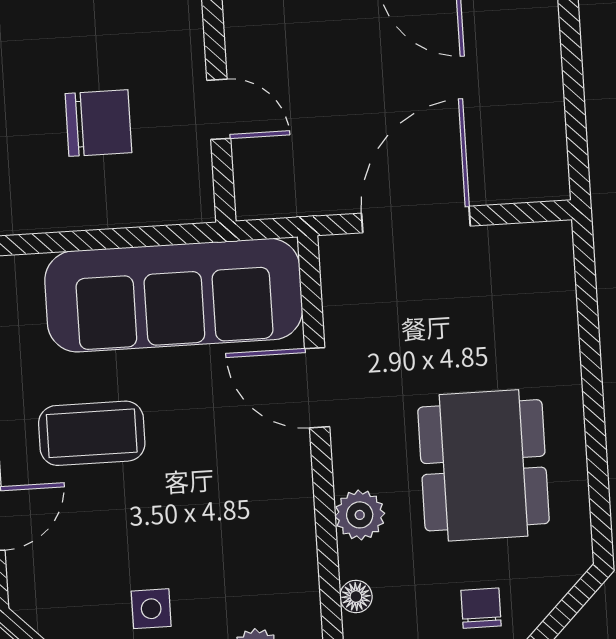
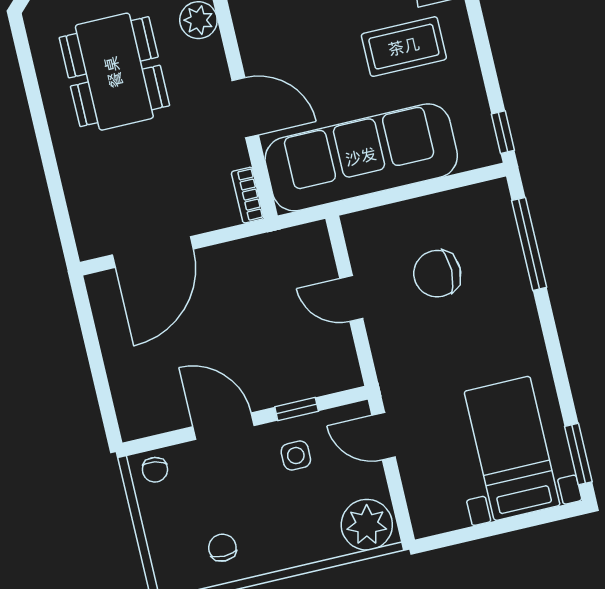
door: (416, 220) -> (153, 252), moved
bookcase: (334, 271) -> (248, 195), added

